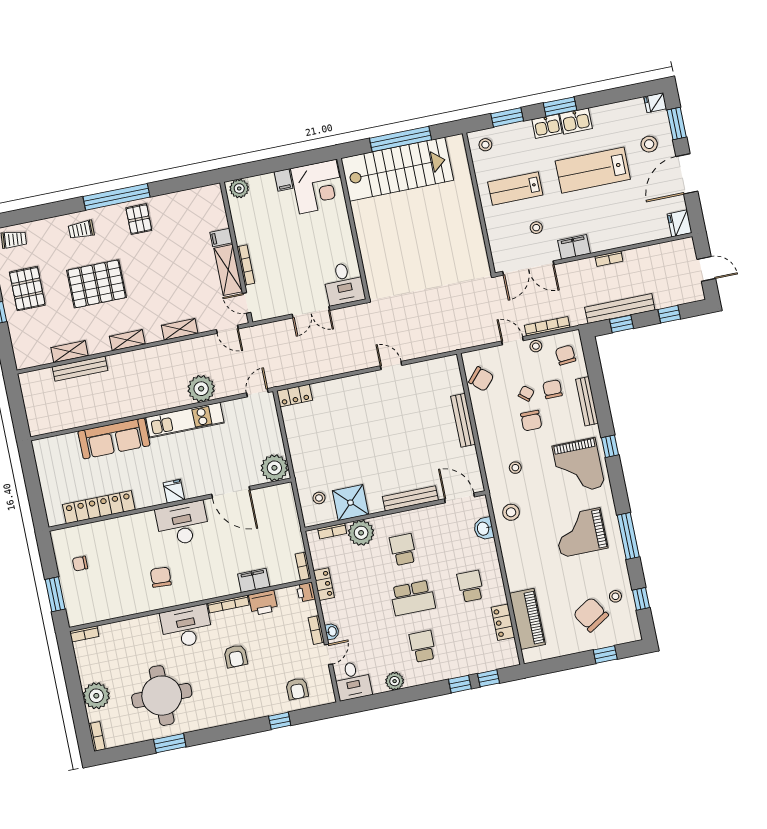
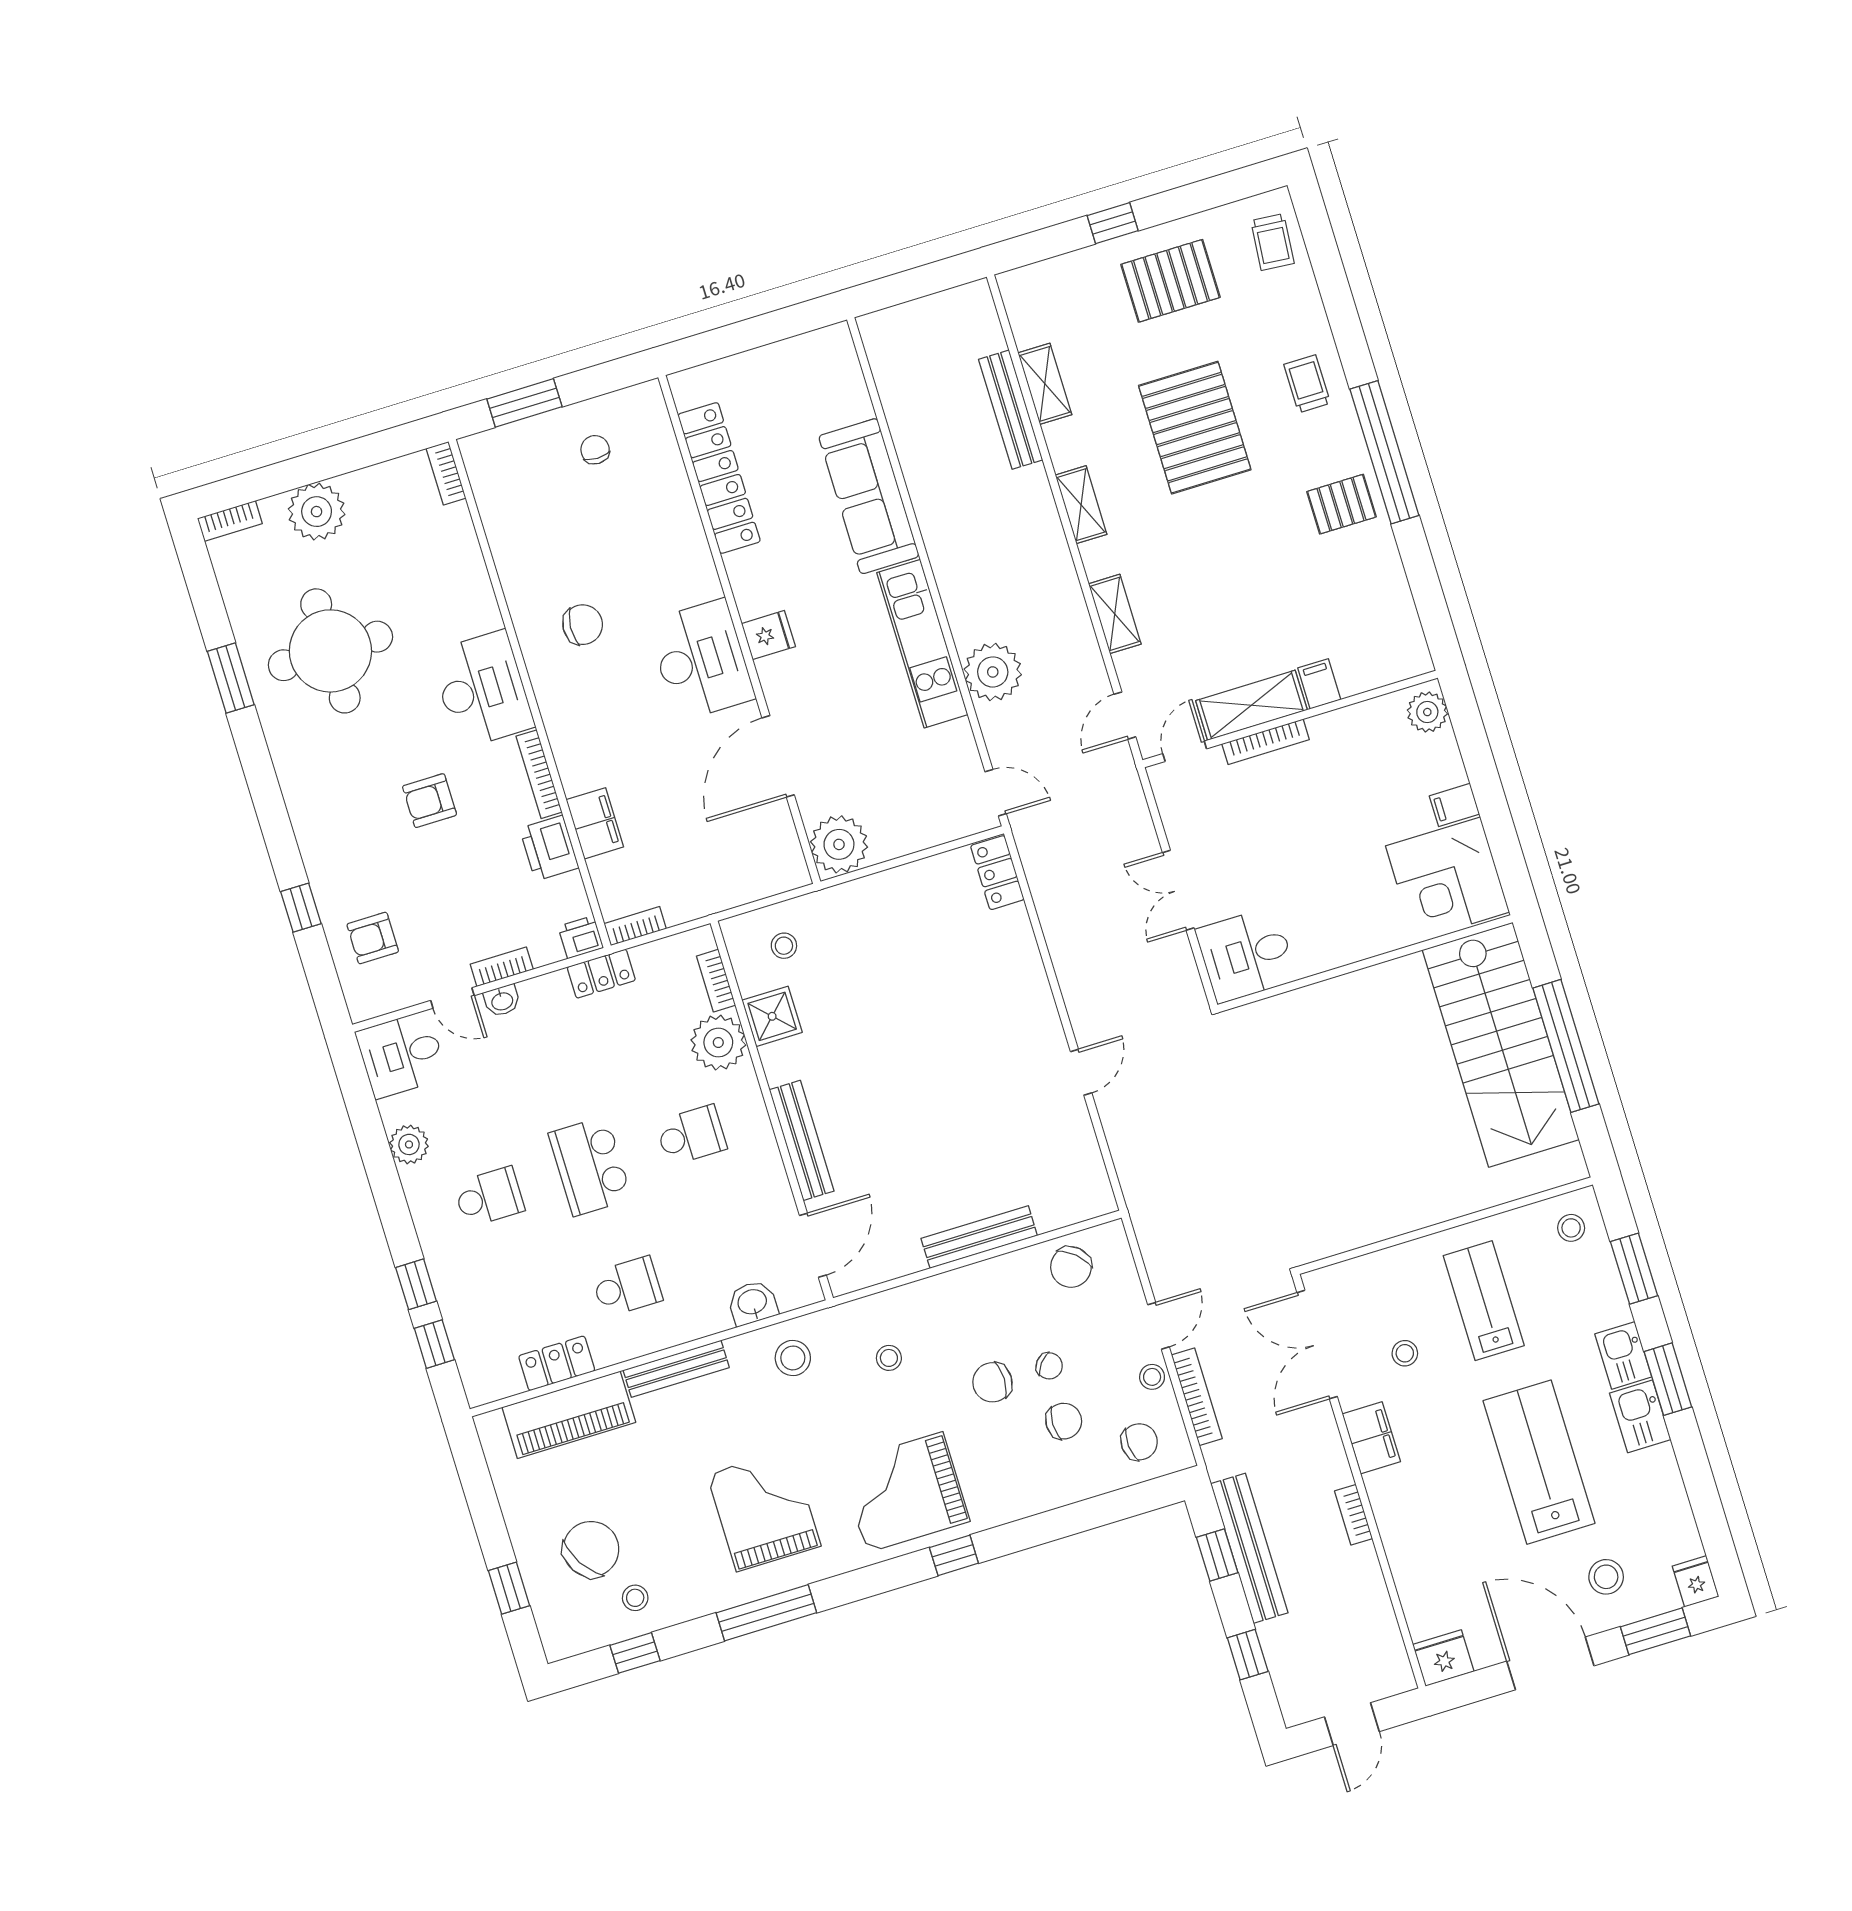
bench: (587, 401) -> (676, 1369), moved
shower: (350, 503) -> (772, 1016), width x0.73, depth x0.73

